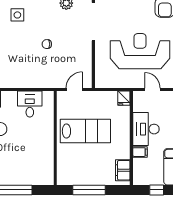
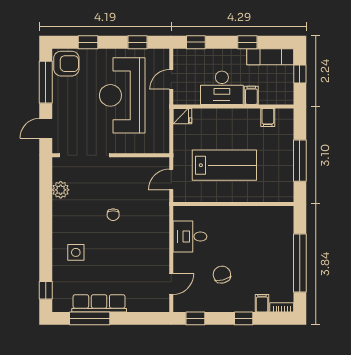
door: (74, 89) -> (171, 179), hinge flipped
lab bench: (85, 131) -> (224, 165), turned 90
filing cabinet: (123, 170) -> (268, 117), width x0.50

